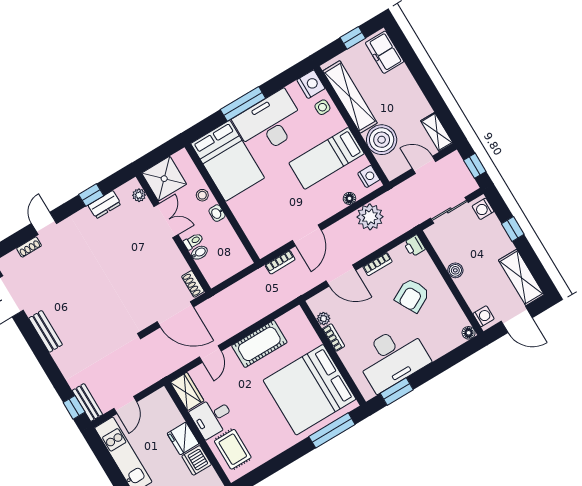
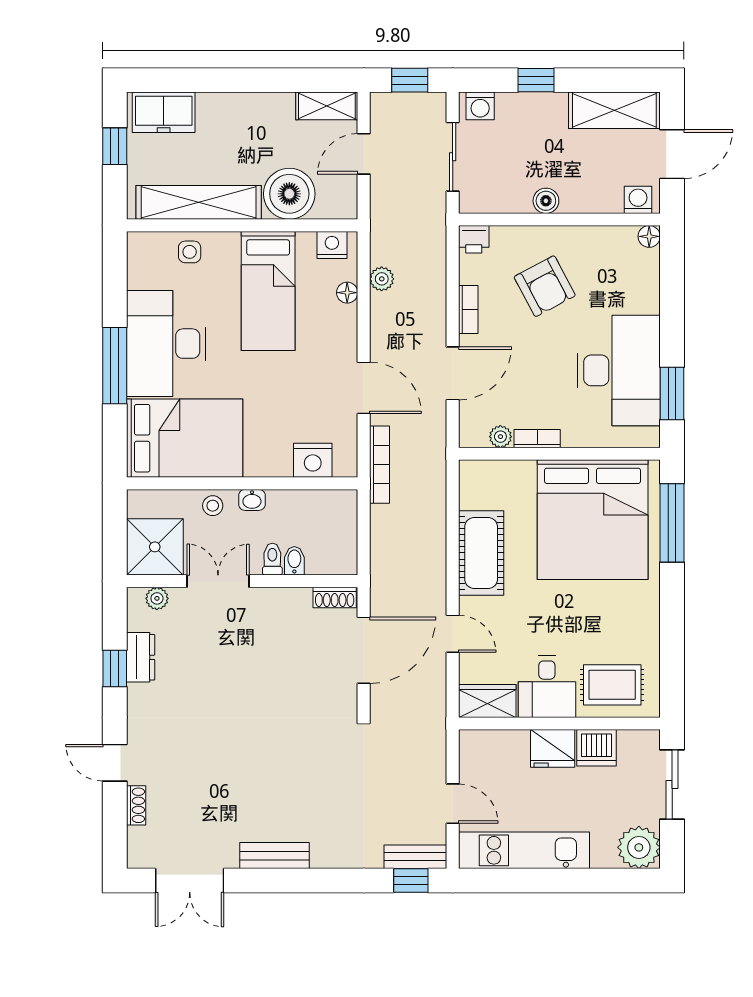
nightstand: (311, 84) -> (313, 460), moved, turned 180
plant: (370, 217) -> (382, 279), width x0.53, depth x0.53
bookcase: (280, 262) -> (380, 465), width x1.56

